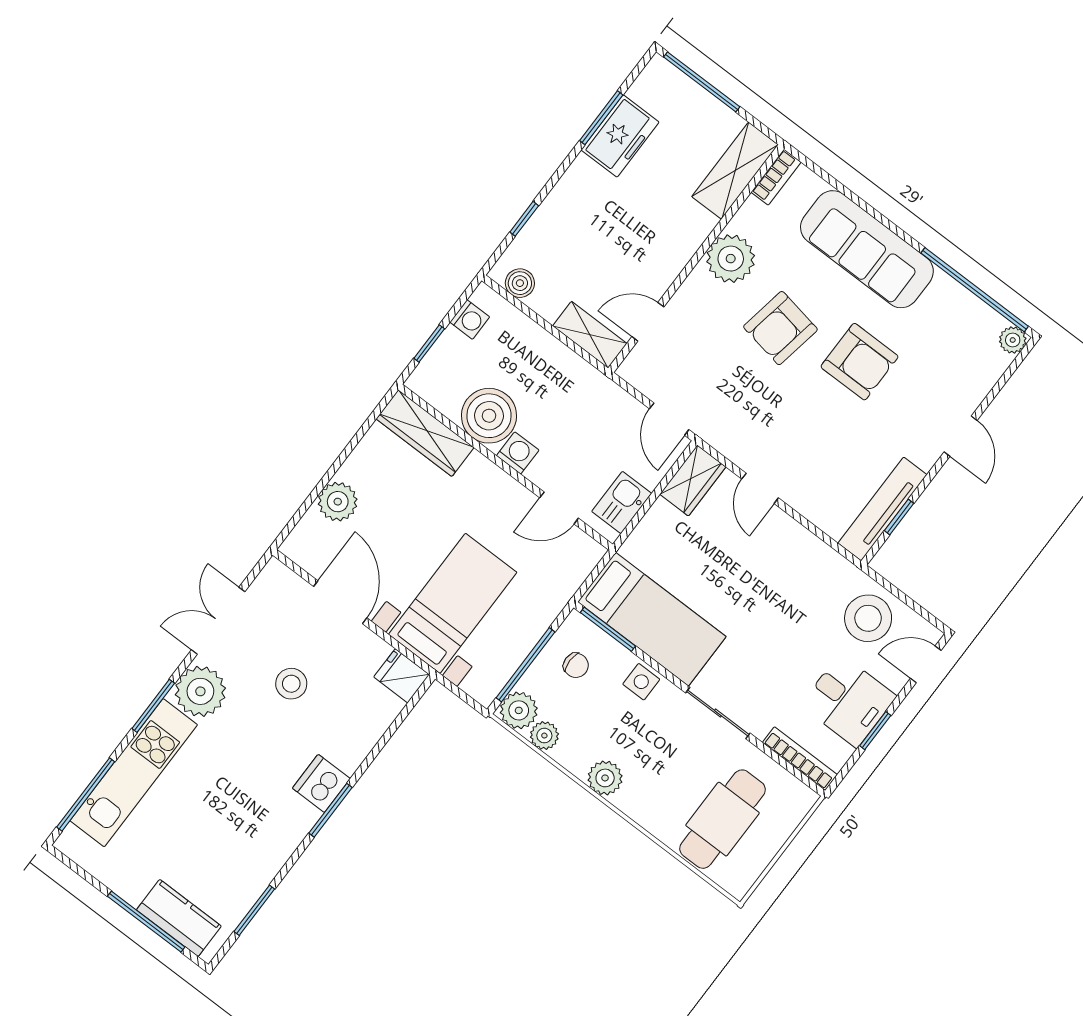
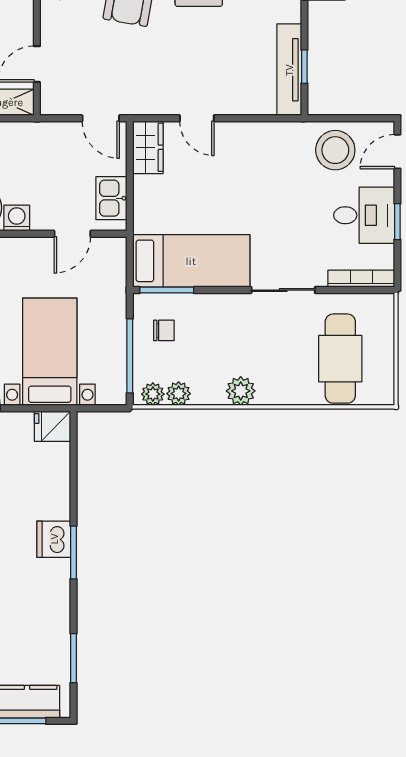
side table: (641, 682) -> (216, 308), removed
plant: (519, 710) -> (153, 394), width x0.73, depth x0.73

